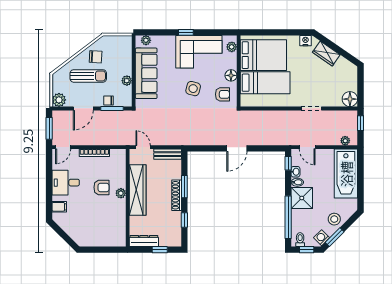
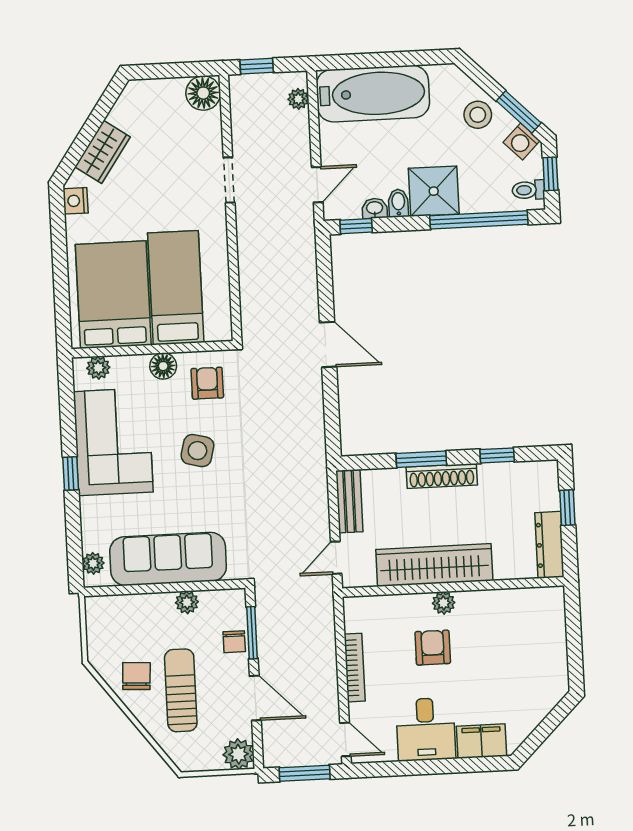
filing cabinet: (59, 207) -> (481, 741), width x2.00

